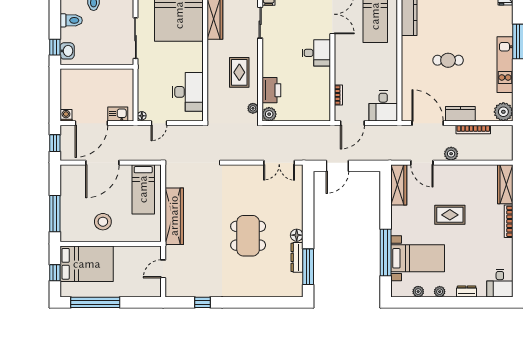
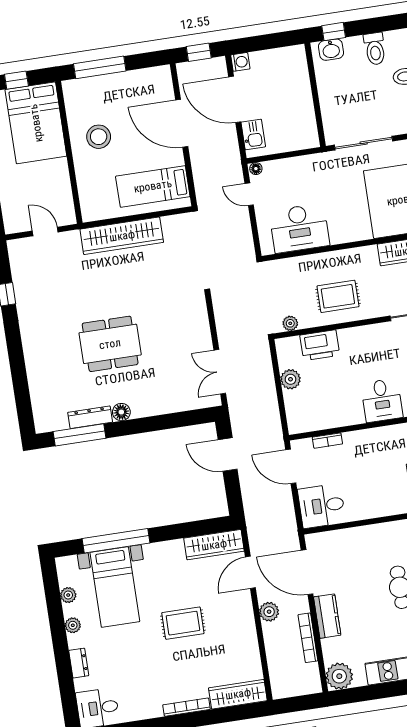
plant: (269, 114) -> (290, 379), moved
door: (428, 123) -> (307, 572), swing flipped
rug: (450, 215) -> (183, 623), turned 90

